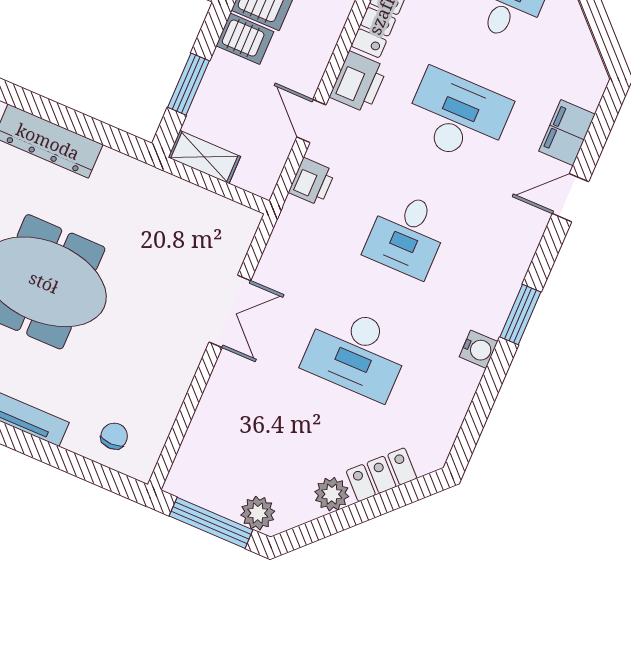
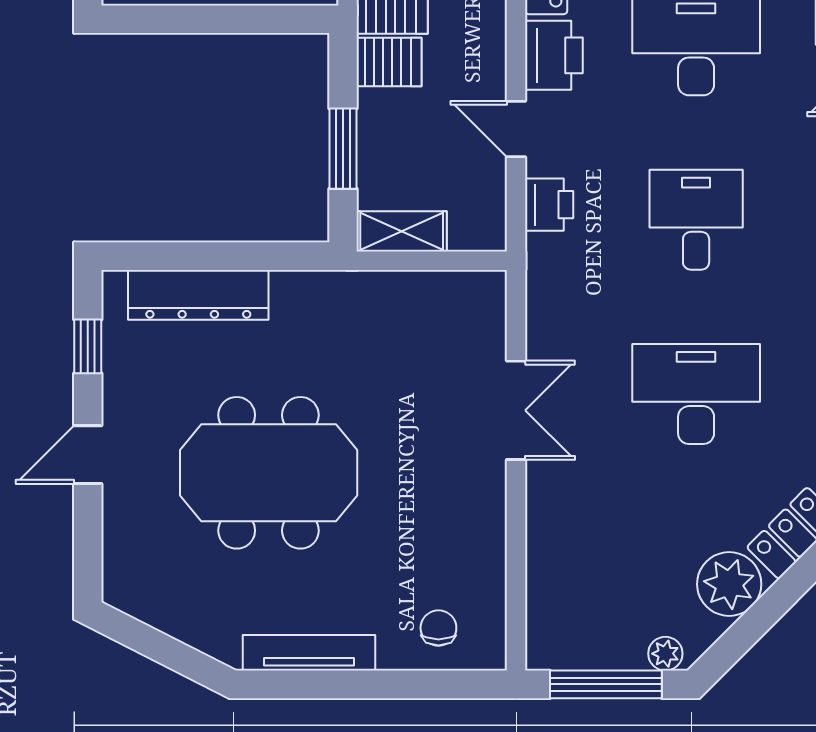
desk: (407, 235) -> (696, 220), turned 180
desk: (356, 352) -> (696, 394), turned 180
plant: (332, 494) -> (729, 584), width x1.36, depth x1.36
plant: (258, 513) -> (665, 654), width x0.73, depth x0.73

